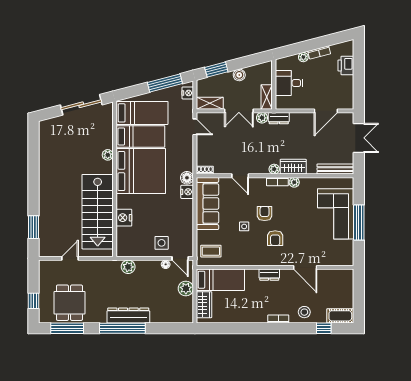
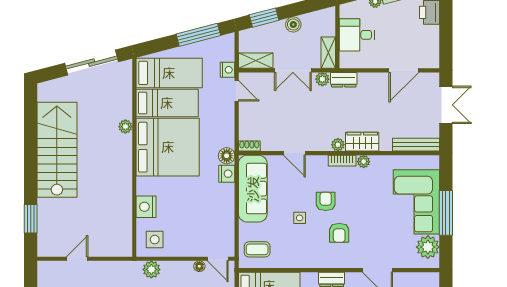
nightstand: (188, 93) -> (228, 70), moved
stairs: (98, 212) -> (57, 150), moved, turned 180
side table: (162, 243) -> (155, 240), moved
plant: (345, 249) -> (428, 247), added

